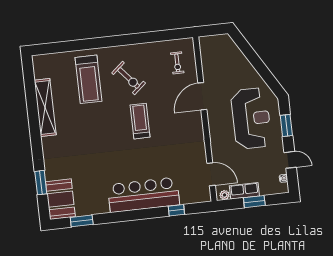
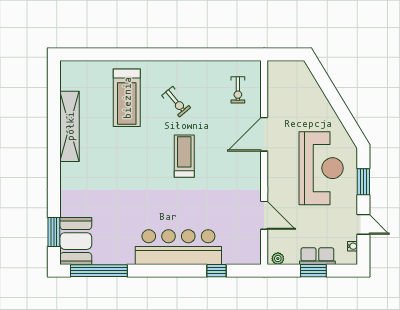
exercise bike: (129, 78) -> (176, 102), width x0.73, depth x0.72
door: (211, 174) -> (264, 215), moved
window: (41, 183) -> (54, 232), moved
row of seats: (244, 191) -> (317, 256), moved
window: (82, 221) -> (99, 271), width x2.11

